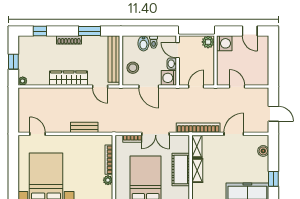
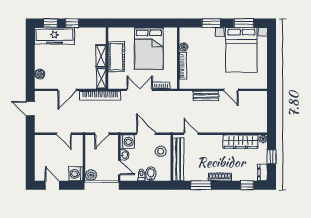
dresser: (23, 45) -> (262, 173), added
wardrobe: (69, 78) -> (241, 142), moved
door: (37, 134) -> (231, 90), moved
window: (273, 179) -> (30, 48), removed

